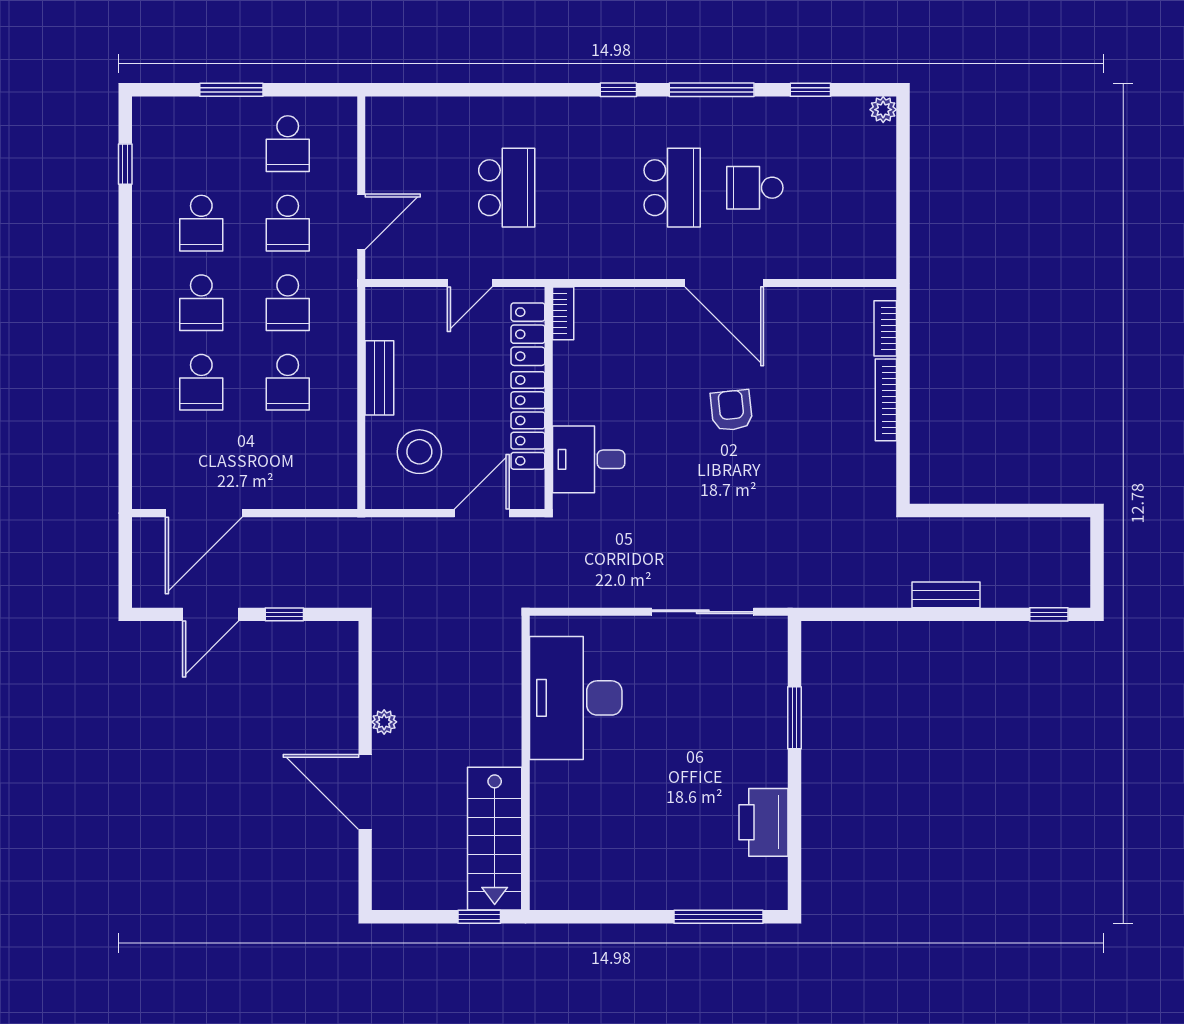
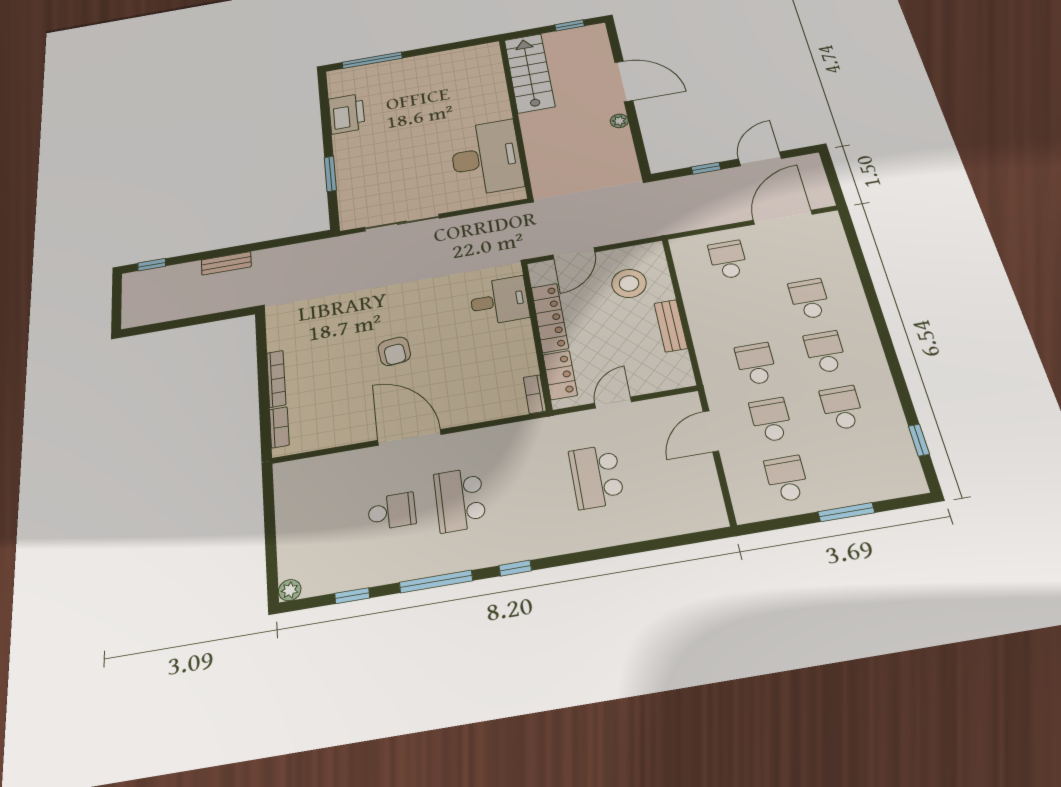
school desk: (288, 382) -> (728, 260), moved
window: (479, 917) -> (570, 25), moved

